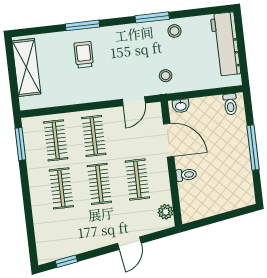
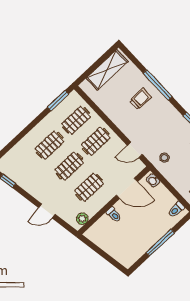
window: (83, 25) -> (158, 85), width x1.44
door: (169, 140) -> (127, 188), hinge flipped

